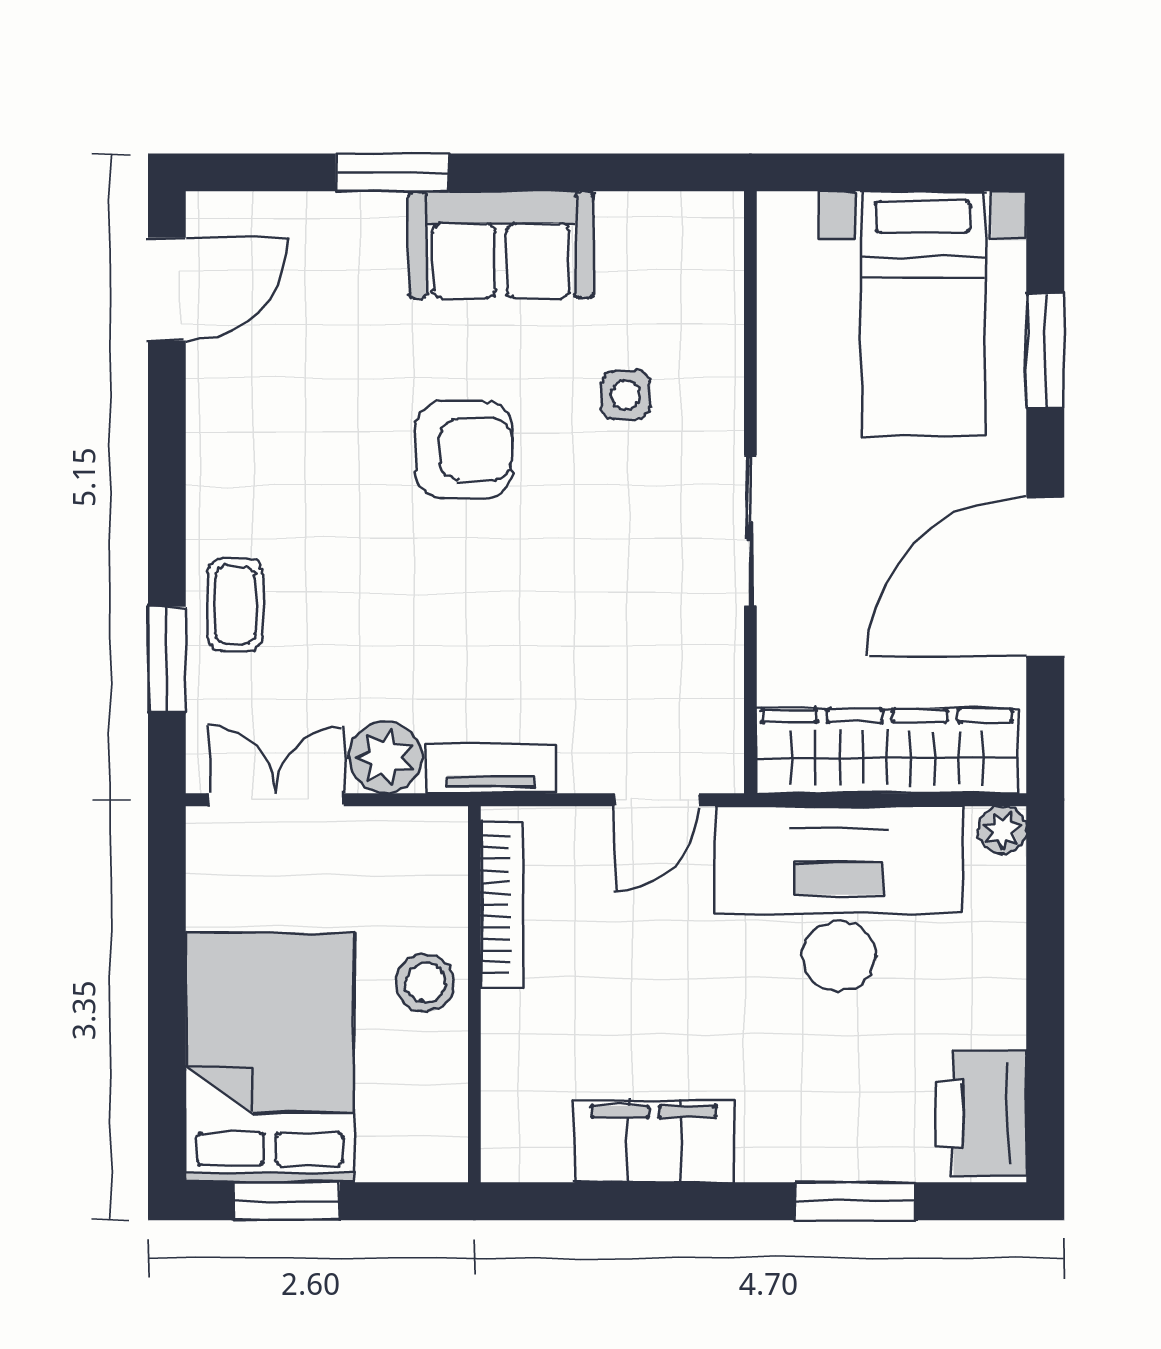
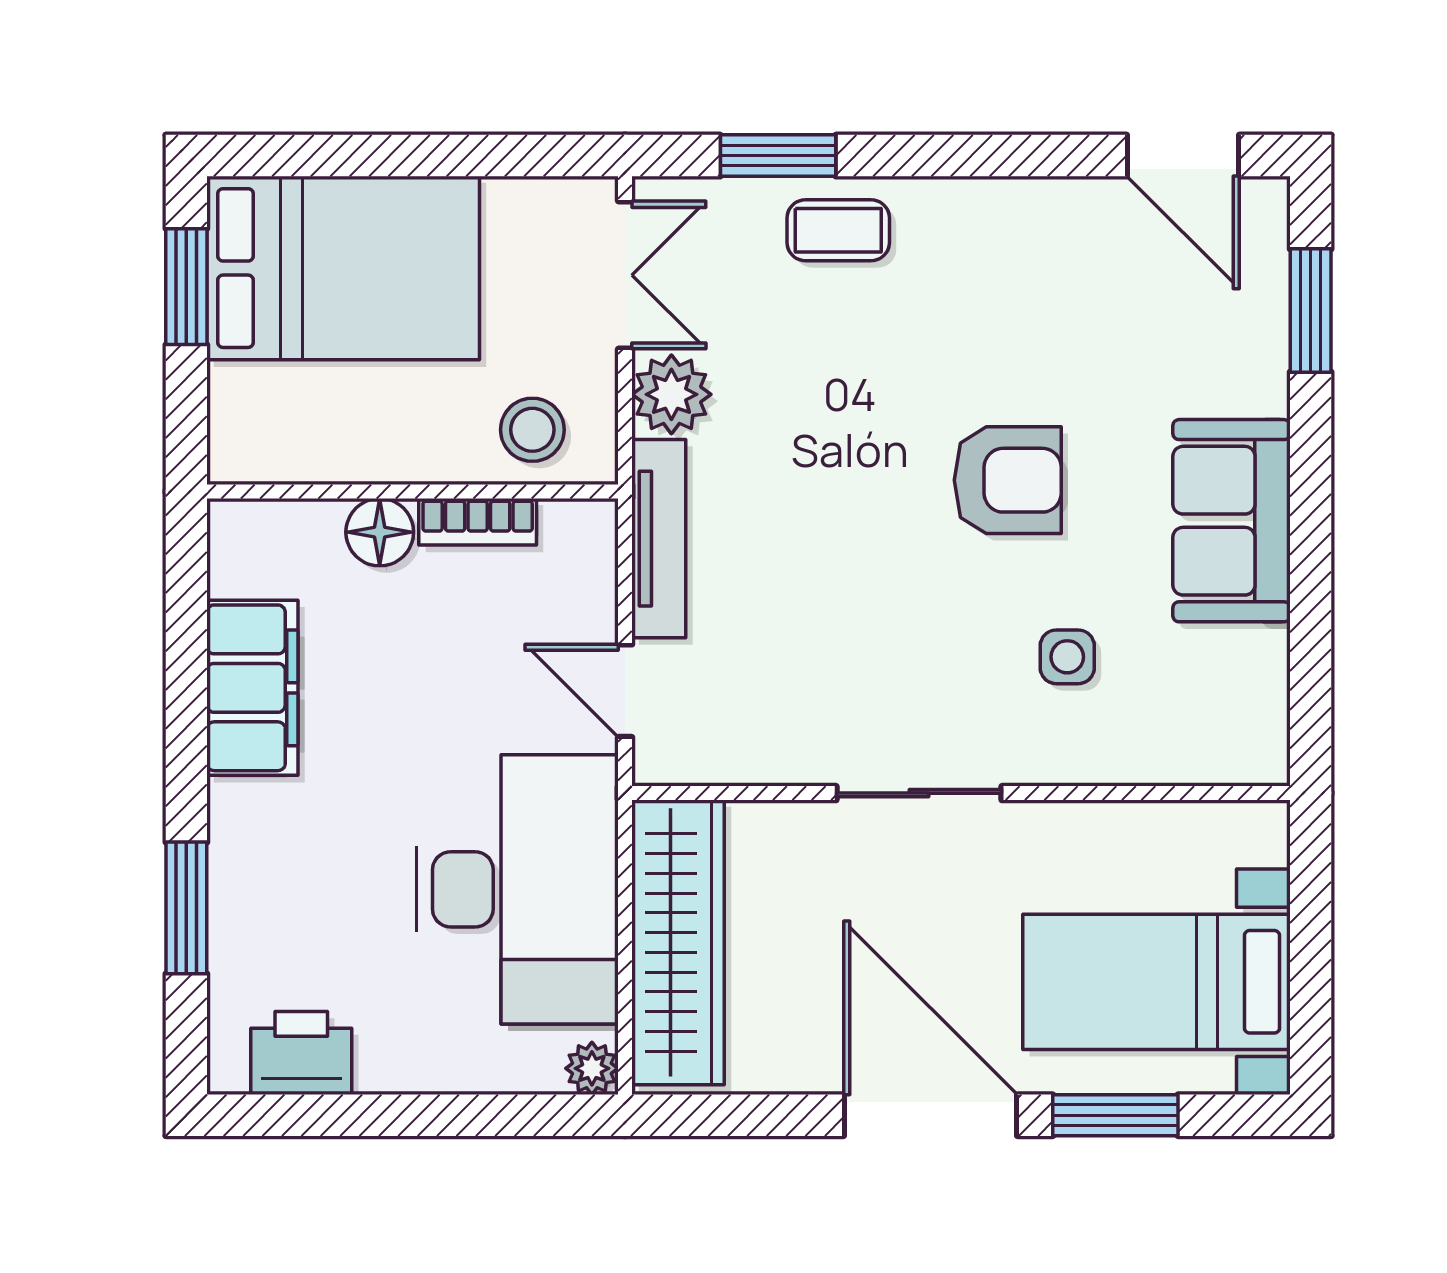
window: (392, 172) -> (1311, 311), moved
armchair: (464, 450) -> (1008, 480), turned -90
door: (1045, 577) -> (931, 1115), moved
tv unit: (491, 769) -> (659, 539), width x1.41
bookcase: (502, 905) -> (478, 522), width x0.64
stool: (425, 983) -> (532, 430), moved
floor lamp: (512, 1024) -> (380, 532), added
printer: (981, 1113) -> (301, 1053), width x0.73, depth x0.84

